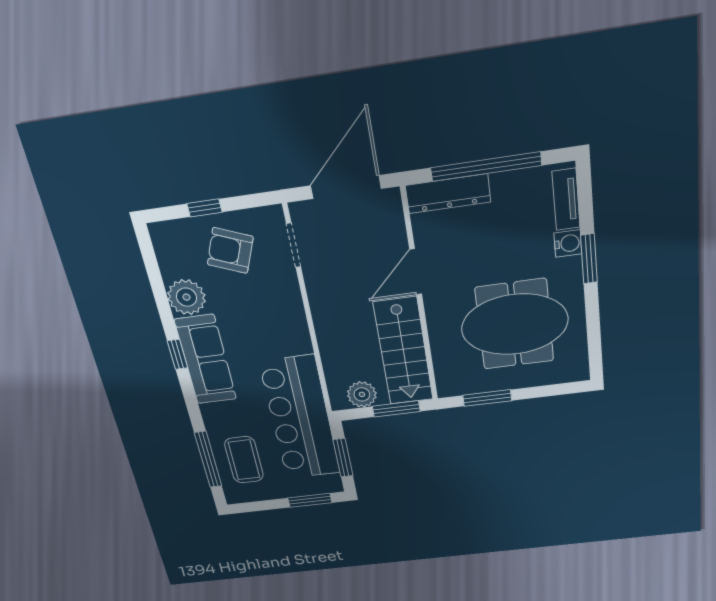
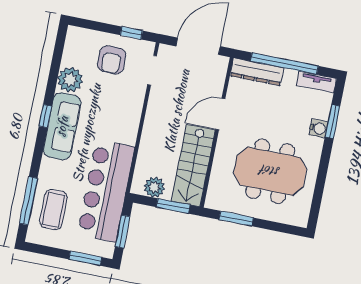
tv unit: (566, 200) -> (316, 82), moved, turned -90
window: (204, 208) -> (131, 33), moved
armchair: (230, 251) -> (112, 60), turned -112
window: (589, 259) -> (333, 122), moved

